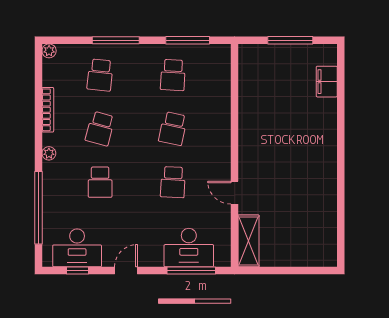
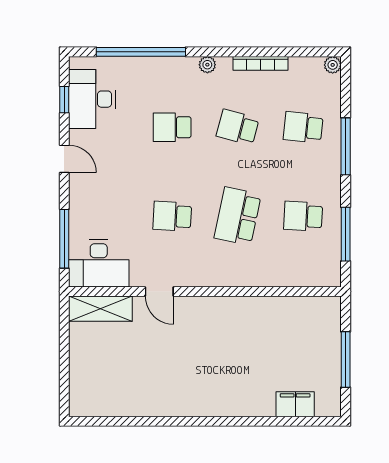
school desk: (173, 129) -> (238, 216), width x1.85
door: (235, 193) -> (159, 292), swing flipped
desk: (189, 248) -> (99, 263), moved, turned -90

